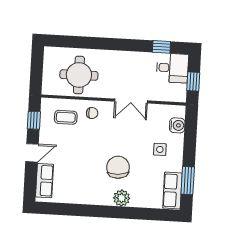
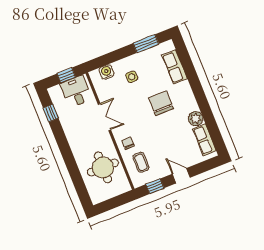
desk: (172, 68) -> (76, 92), moved
chair: (118, 167) -> (161, 103), turned 94
row of seats: (45, 181) -> (204, 140), moved, turned -90
row of seats: (172, 191) -> (175, 67), moved, turned 90
plant: (122, 198) -> (196, 119), moved

